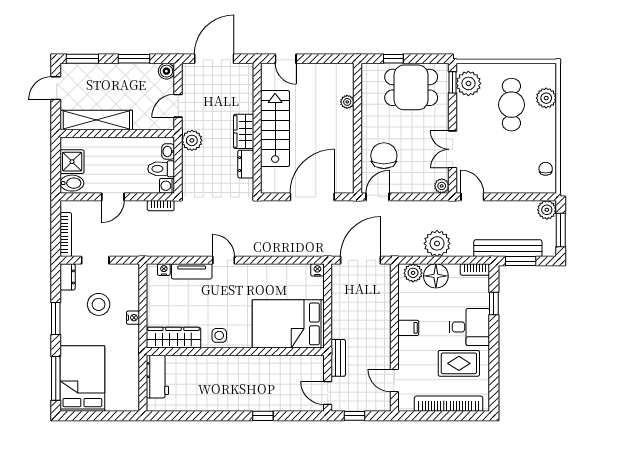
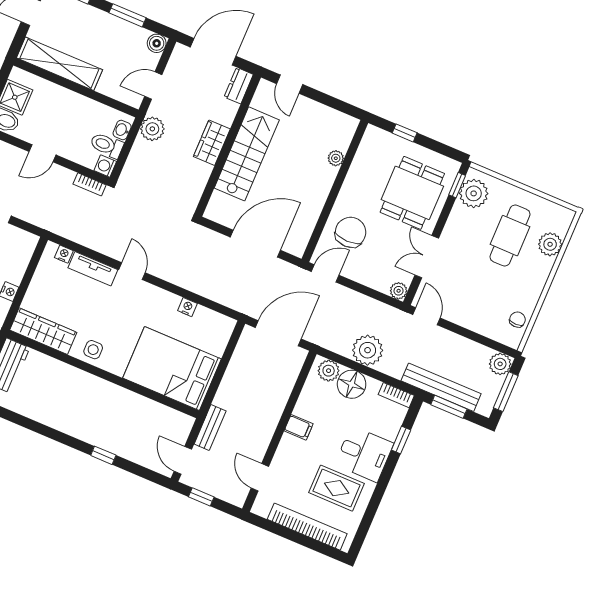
dining table: (411, 87) -> (412, 193), moved, turned 90
dresser: (246, 164) -> (239, 86), moved
nightstand: (317, 270) -> (187, 307), moved

